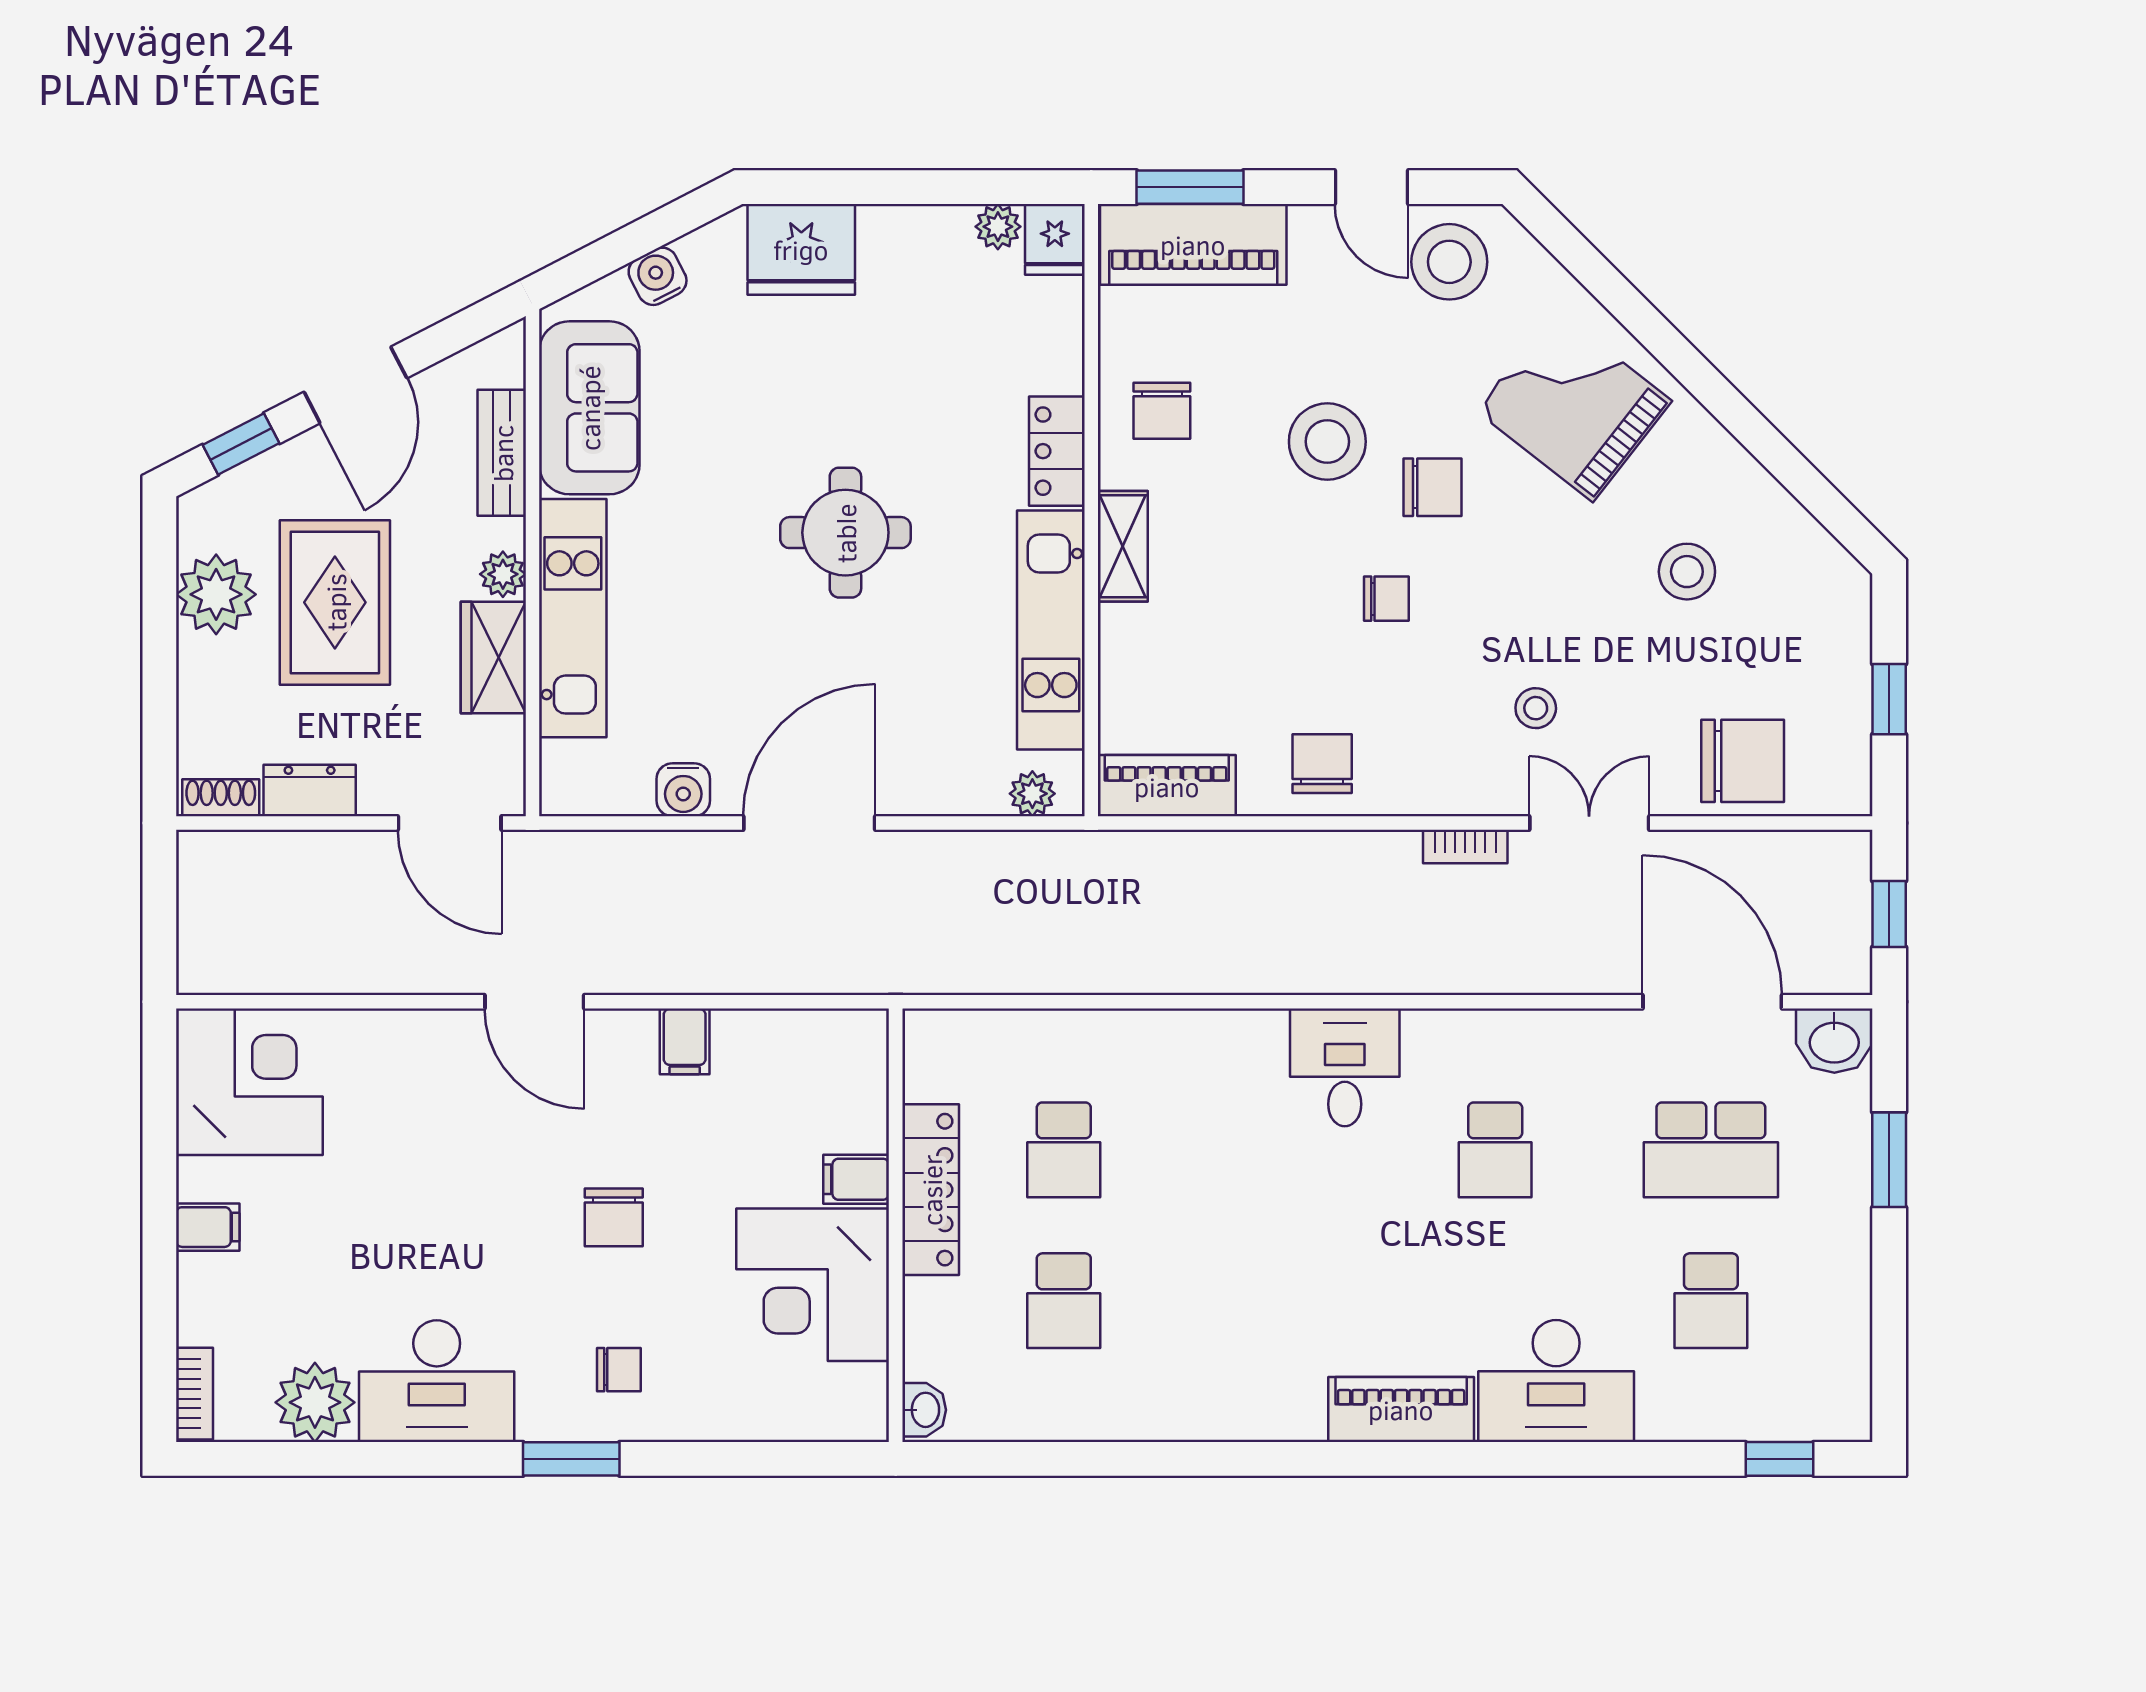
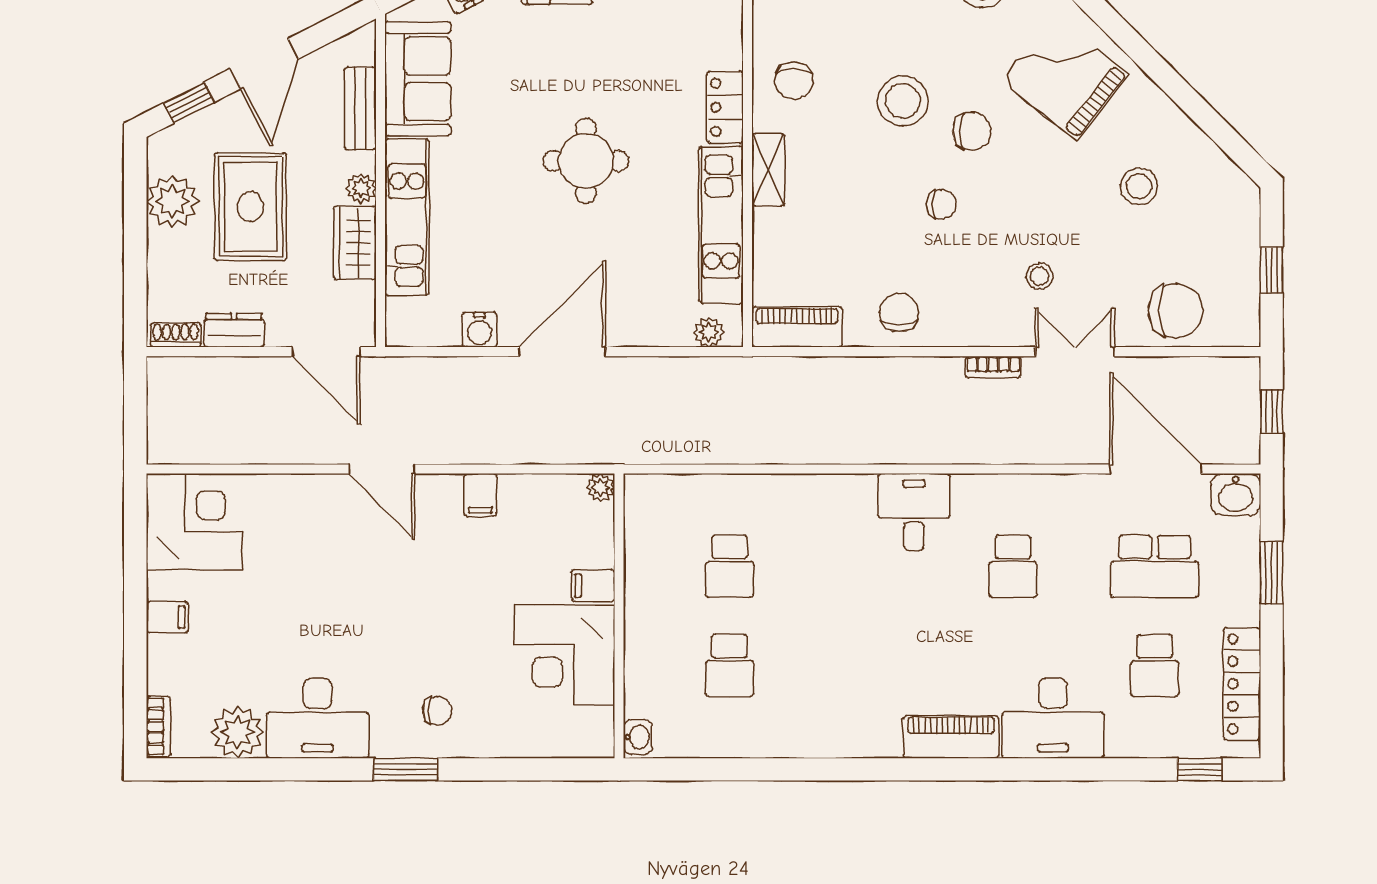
plant: (868, 1030) -> (601, 487), added
locker: (931, 1190) -> (1242, 684), moved, turned 180
chair: (614, 1217) -> (434, 611), removed

